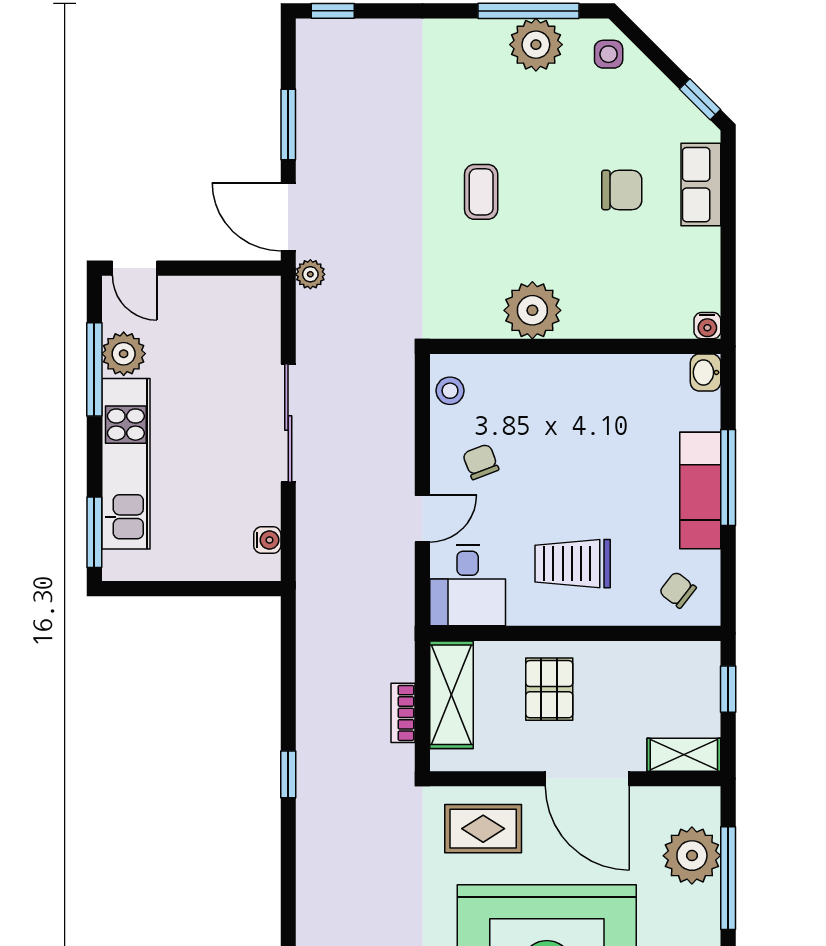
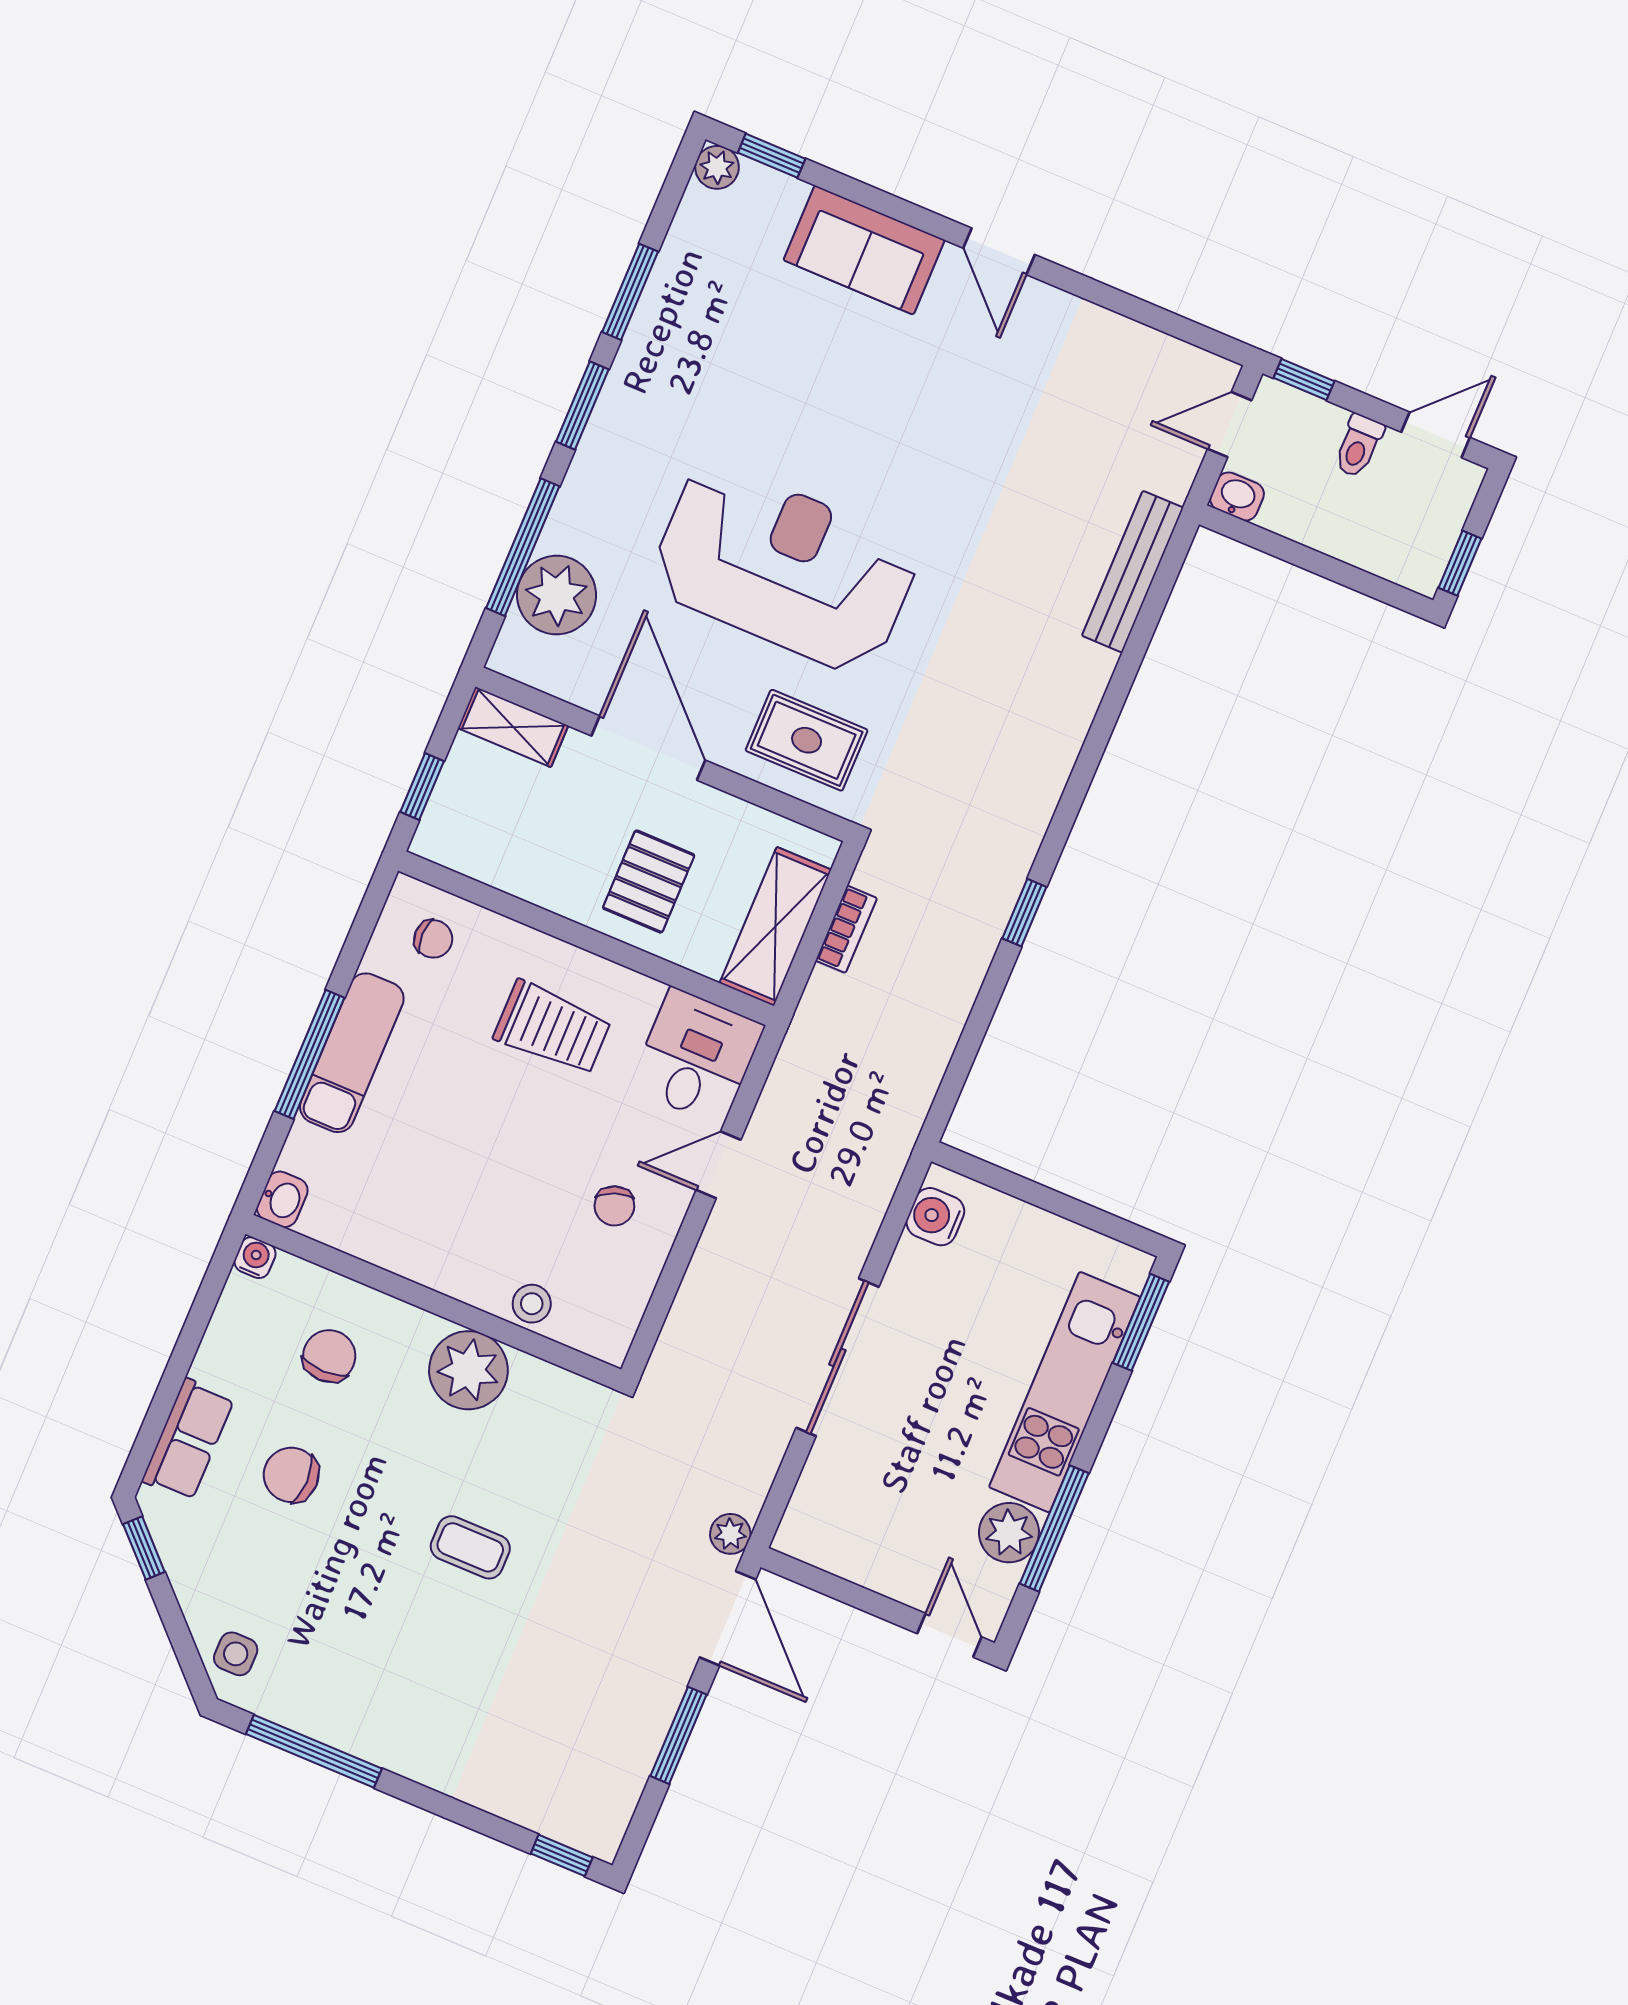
plant: (536, 45) -> (323, 1705), removed
coffee table: (481, 192) -> (470, 1547), turned 90
chair: (630, 280) -> (329, 1356), added
stool: (450, 391) -> (532, 1304), moved
water cooler: (267, 540) -> (935, 1217), width x1.38, depth x1.38
chair: (678, 590) -> (433, 939), turned -38

